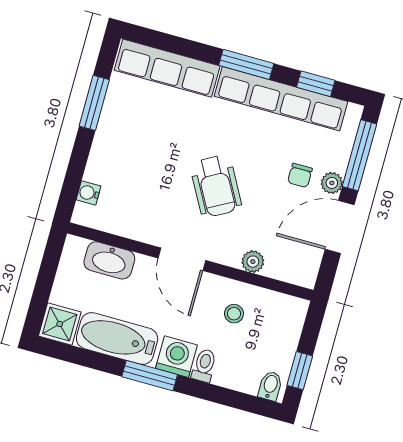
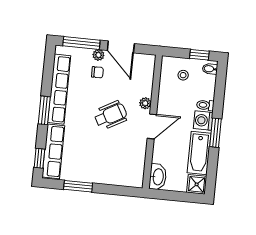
window: (316, 84) -> (39, 158), moved
water cooler: (89, 193) -> (126, 181), removed
washbasin: (109, 260) -> (158, 177), moved
plant: (253, 262) -> (145, 103), moved
stool: (234, 314) -> (183, 75), moved

